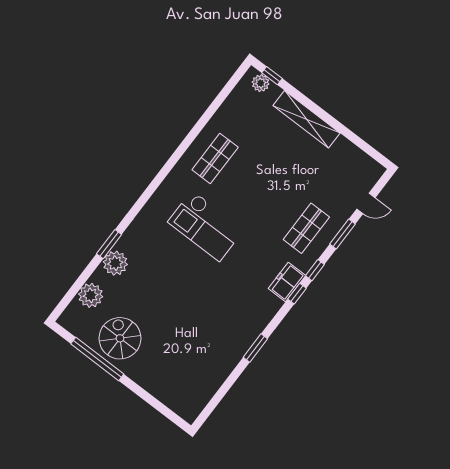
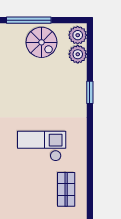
plant: (115, 263) -> (78, 35), moved
window: (97, 359) -> (29, 20), moved

